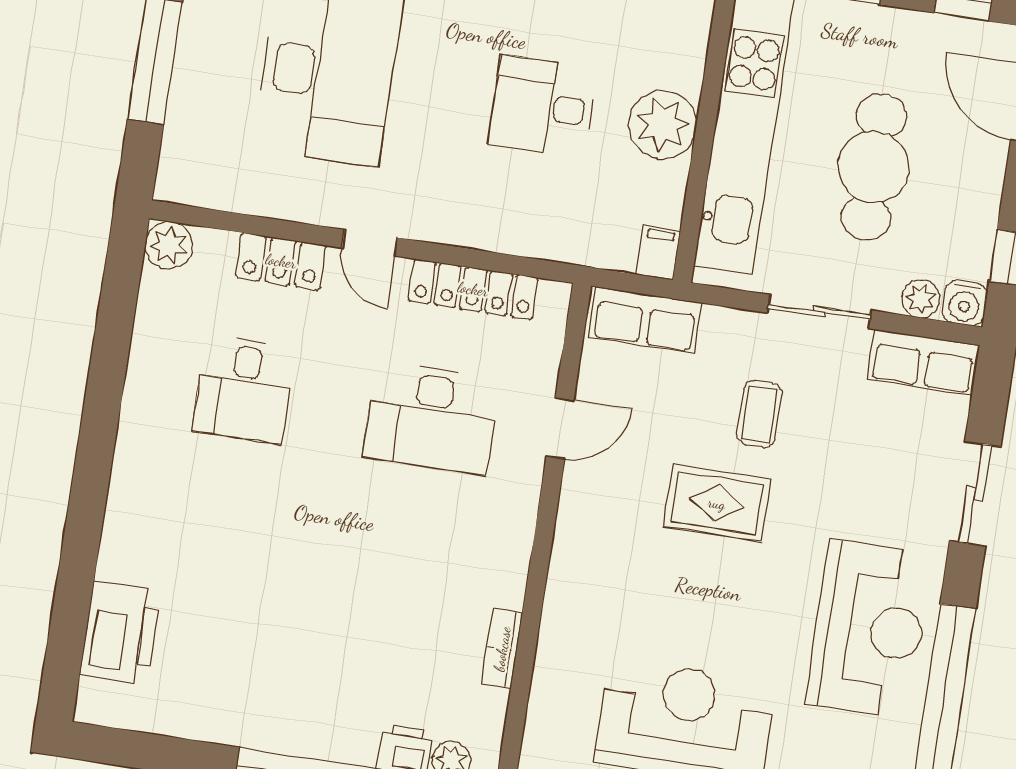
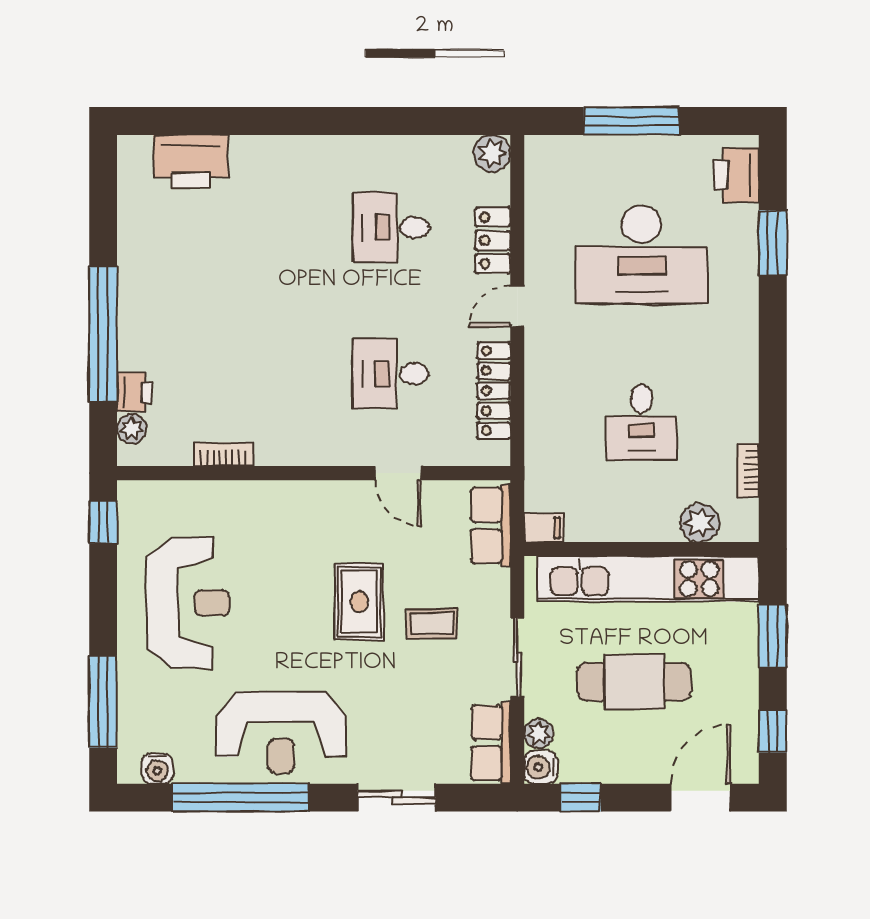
desk: (543, 106) -> (642, 422), turned 180
plant: (662, 125) -> (700, 523), moved, width x0.73, depth x0.73
desk: (431, 418) -> (391, 374), width x0.73

